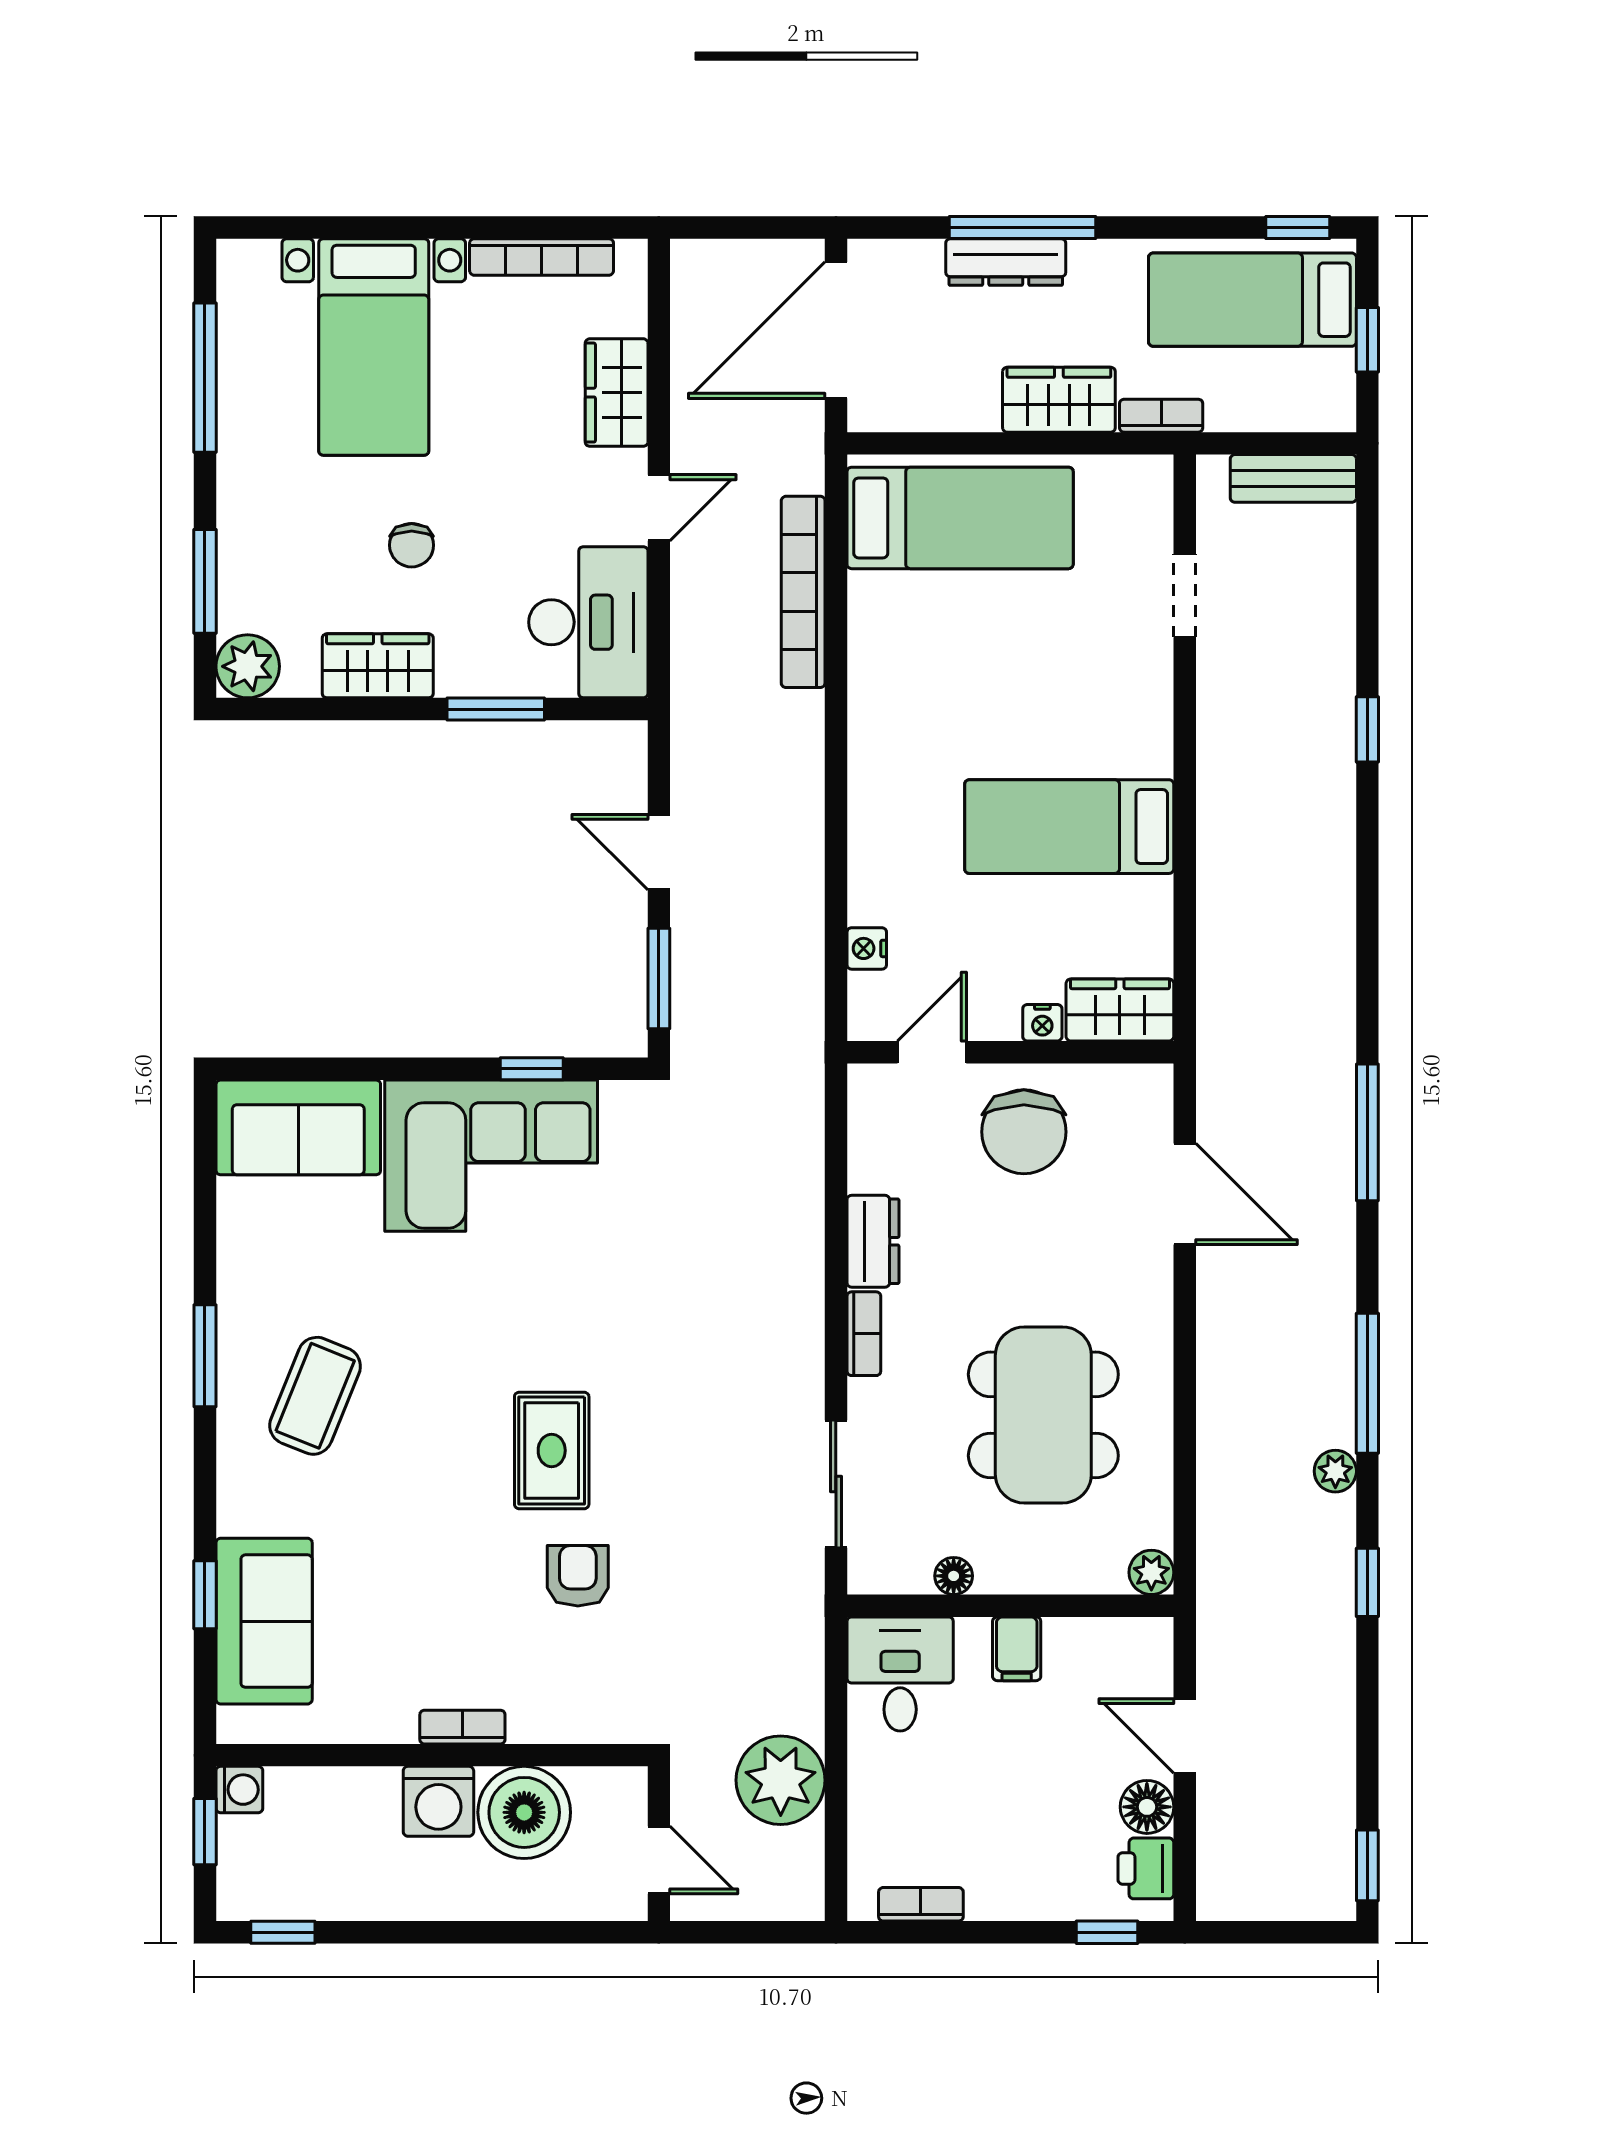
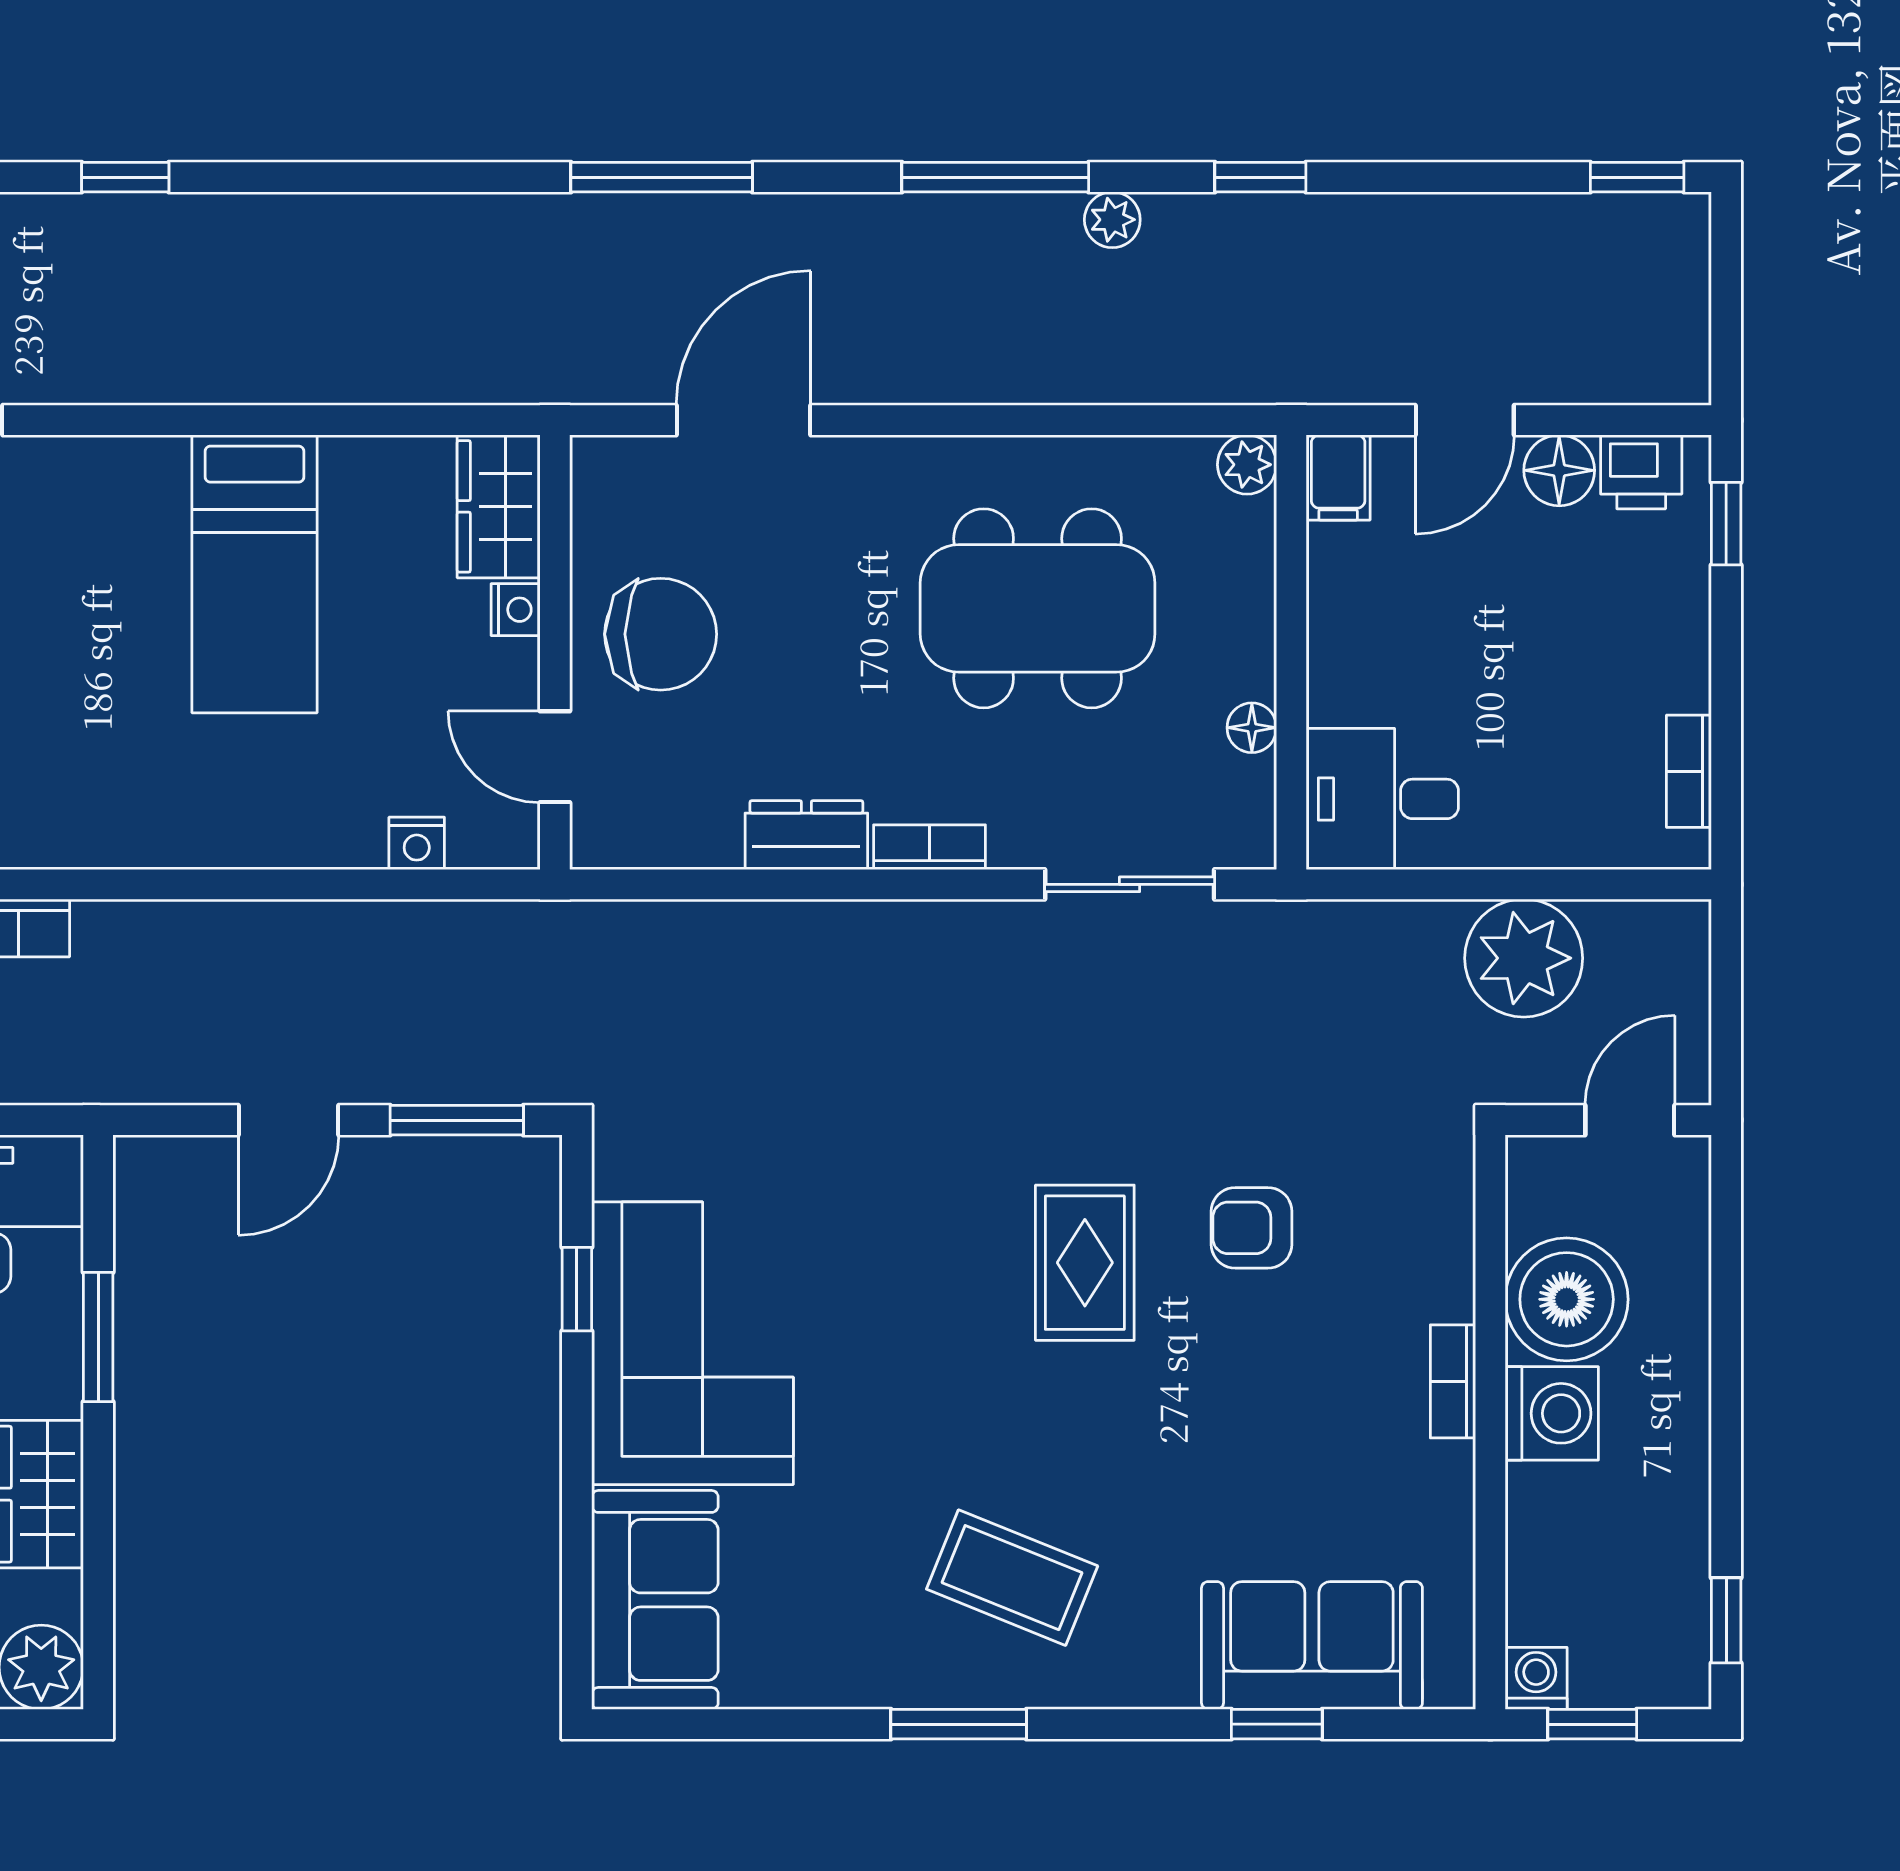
rug: (552, 1450) -> (1085, 1263), turned 90
filing cabinet: (1017, 1649) -> (1338, 478), moved, turned 90

